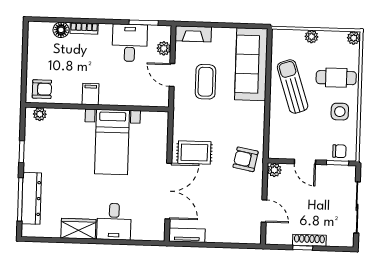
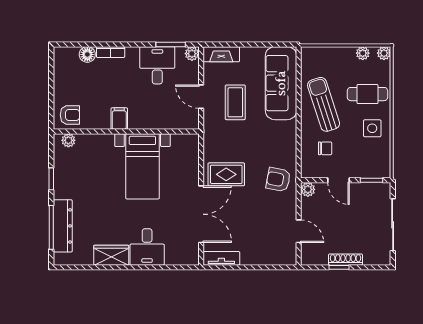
plant: (312, 37) -> (363, 53), moved
plant: (164, 48) -> (192, 54), moved
chair: (339, 151) -> (325, 148), moved

